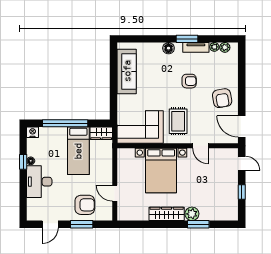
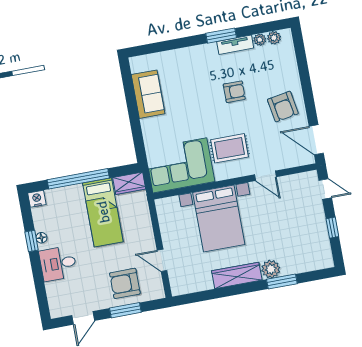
floor lamp: (168, 48) -> (199, 53), removed
sofa: (127, 71) -> (148, 94), width x0.73
rug: (178, 121) -> (229, 148), turned 90
desk: (39, 182) -> (58, 264), width x0.73
armchair: (85, 205) -> (125, 283), turned 180

